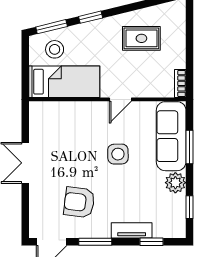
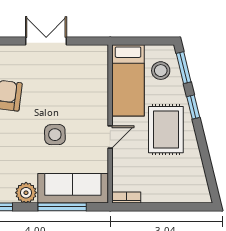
rug: (141, 38) -> (166, 130), moved, width x1.36, depth x1.43
door: (120, 99) -> (110, 137), swing flipped
window: (190, 147) -> (62, 207), width x1.44

